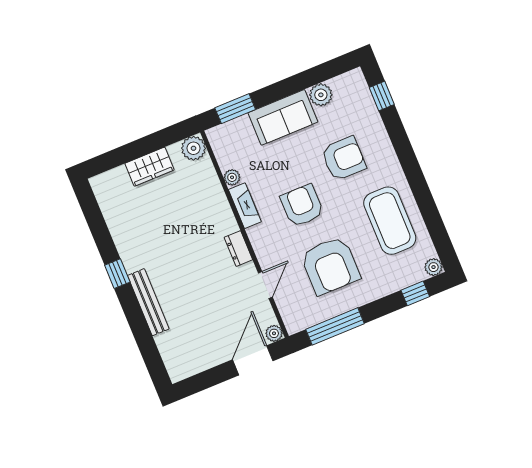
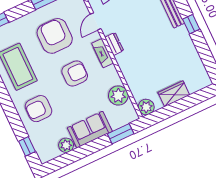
armchair: (344, 159) -> (39, 109), moved
plant: (232, 177) -> (118, 96), width x1.87, depth x1.87
fireplace: (245, 206) -> (103, 53), moved
armchair: (302, 206) -> (75, 74), turned -90

